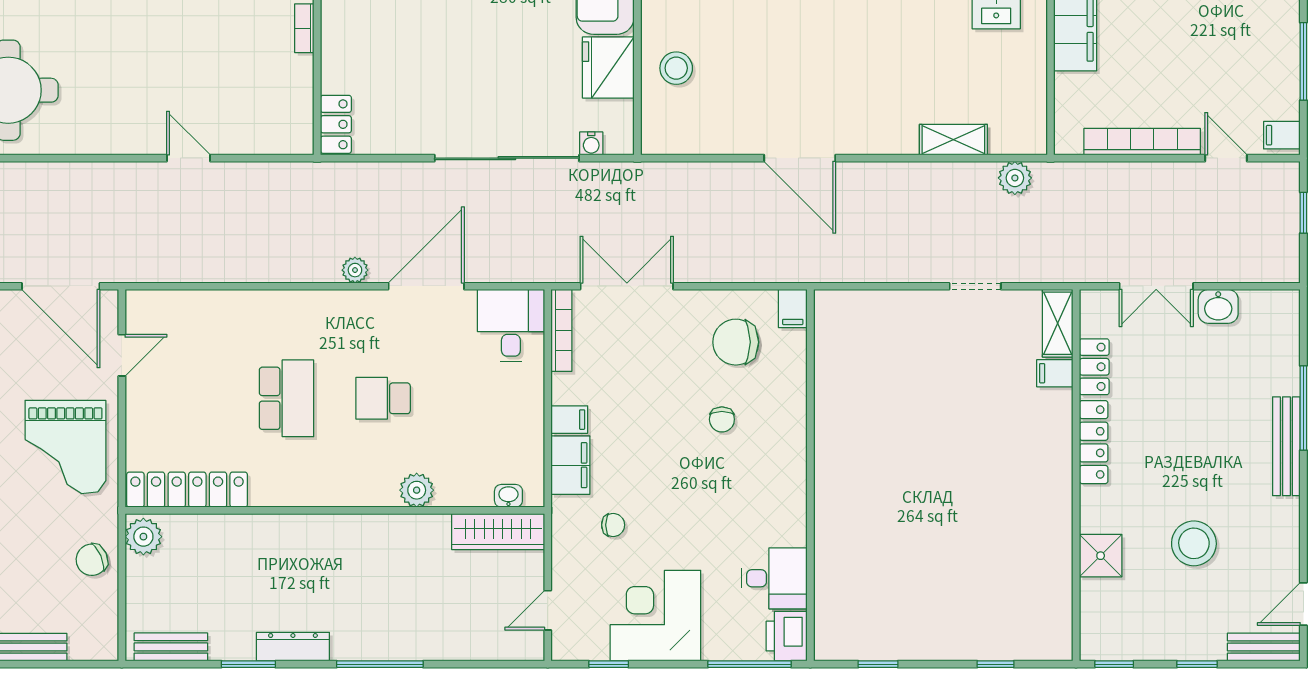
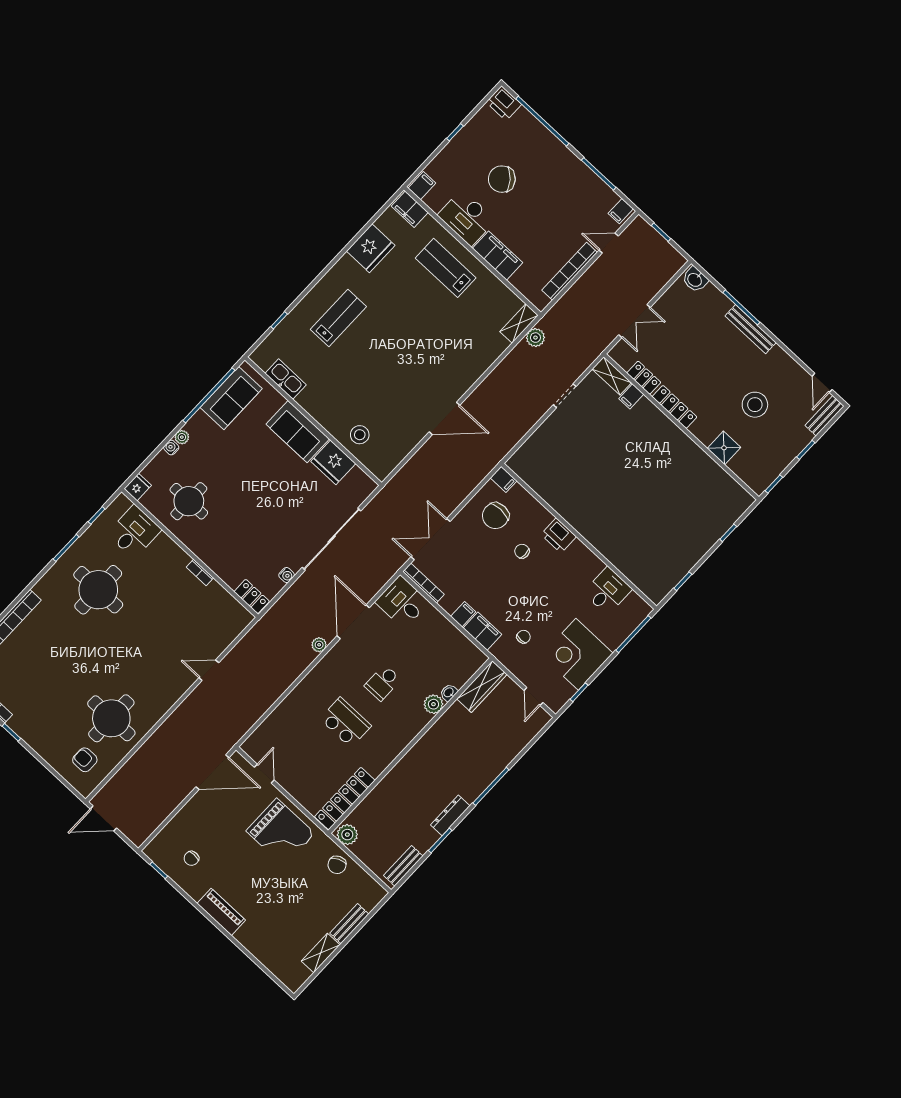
shelving: (953, 140) -> (519, 323), moved
water cooler: (591, 143) -> (287, 575), moved
washbasin: (1218, 306) -> (695, 280), moved, turned 90
chair: (722, 419) -> (522, 551), turned 180
washbasin: (508, 496) -> (449, 693), moved
printer: (787, 636) -> (559, 535), moved

